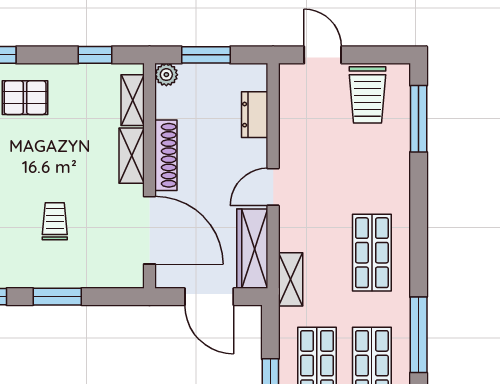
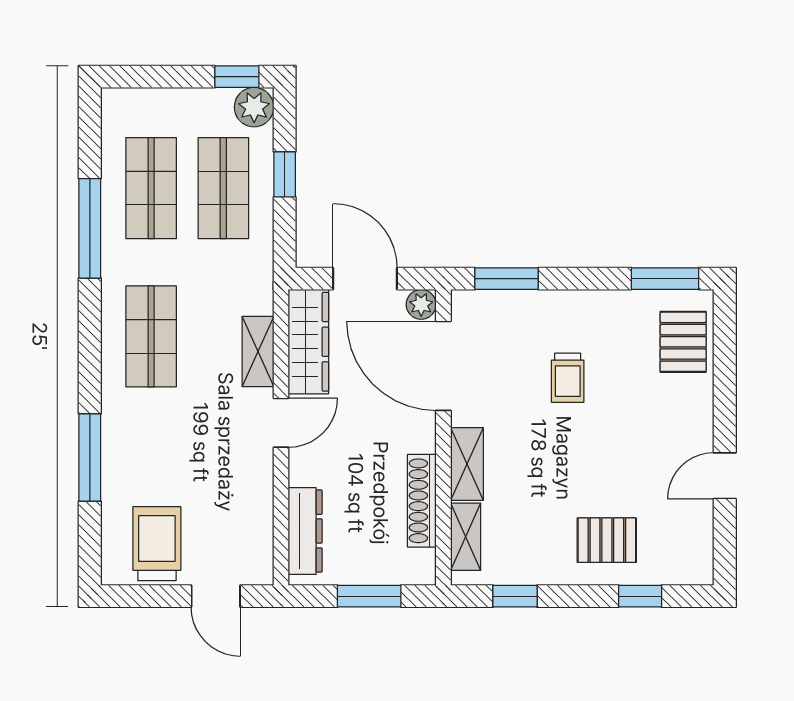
plant: (166, 75) -> (421, 304), moved
dresser: (255, 115) -> (305, 531), width x1.44
window: (419, 119) -> (90, 457), moved
shoe rack: (166, 155) -> (422, 501), moved
shelving: (291, 279) -> (258, 352), moved
window: (57, 297) -> (507, 279), moved

